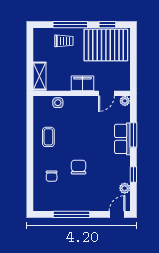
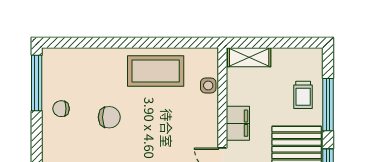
coffee table: (48, 137) -> (156, 71), width x1.86, depth x1.72
chair: (52, 176) -> (61, 109), moved
window: (72, 214) -> (37, 83), moved

